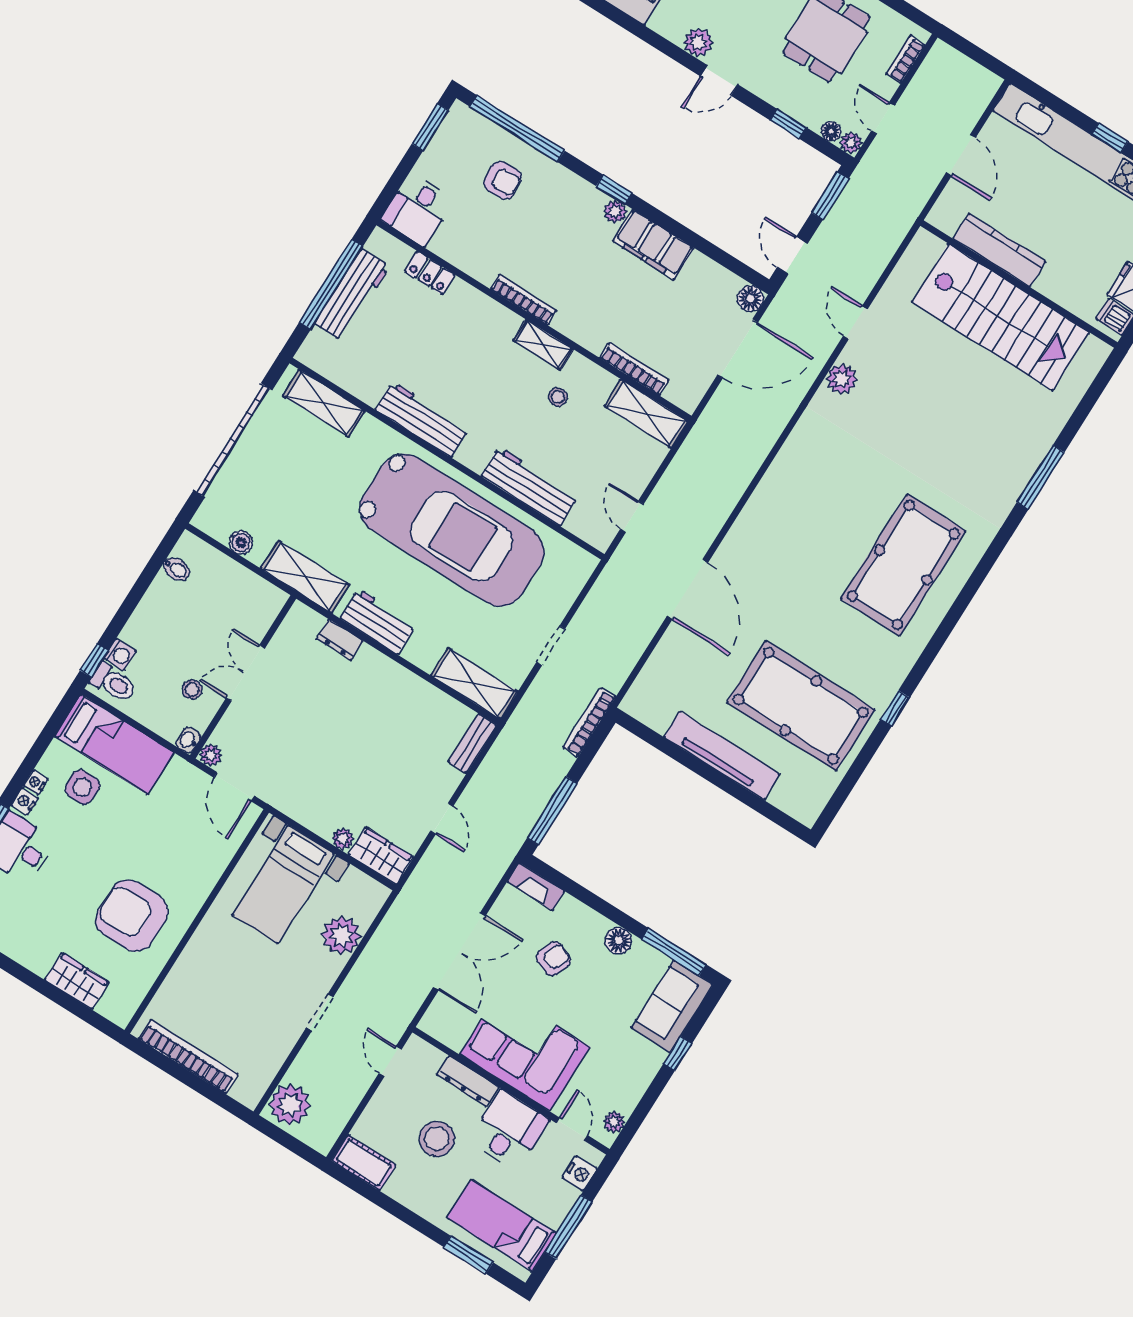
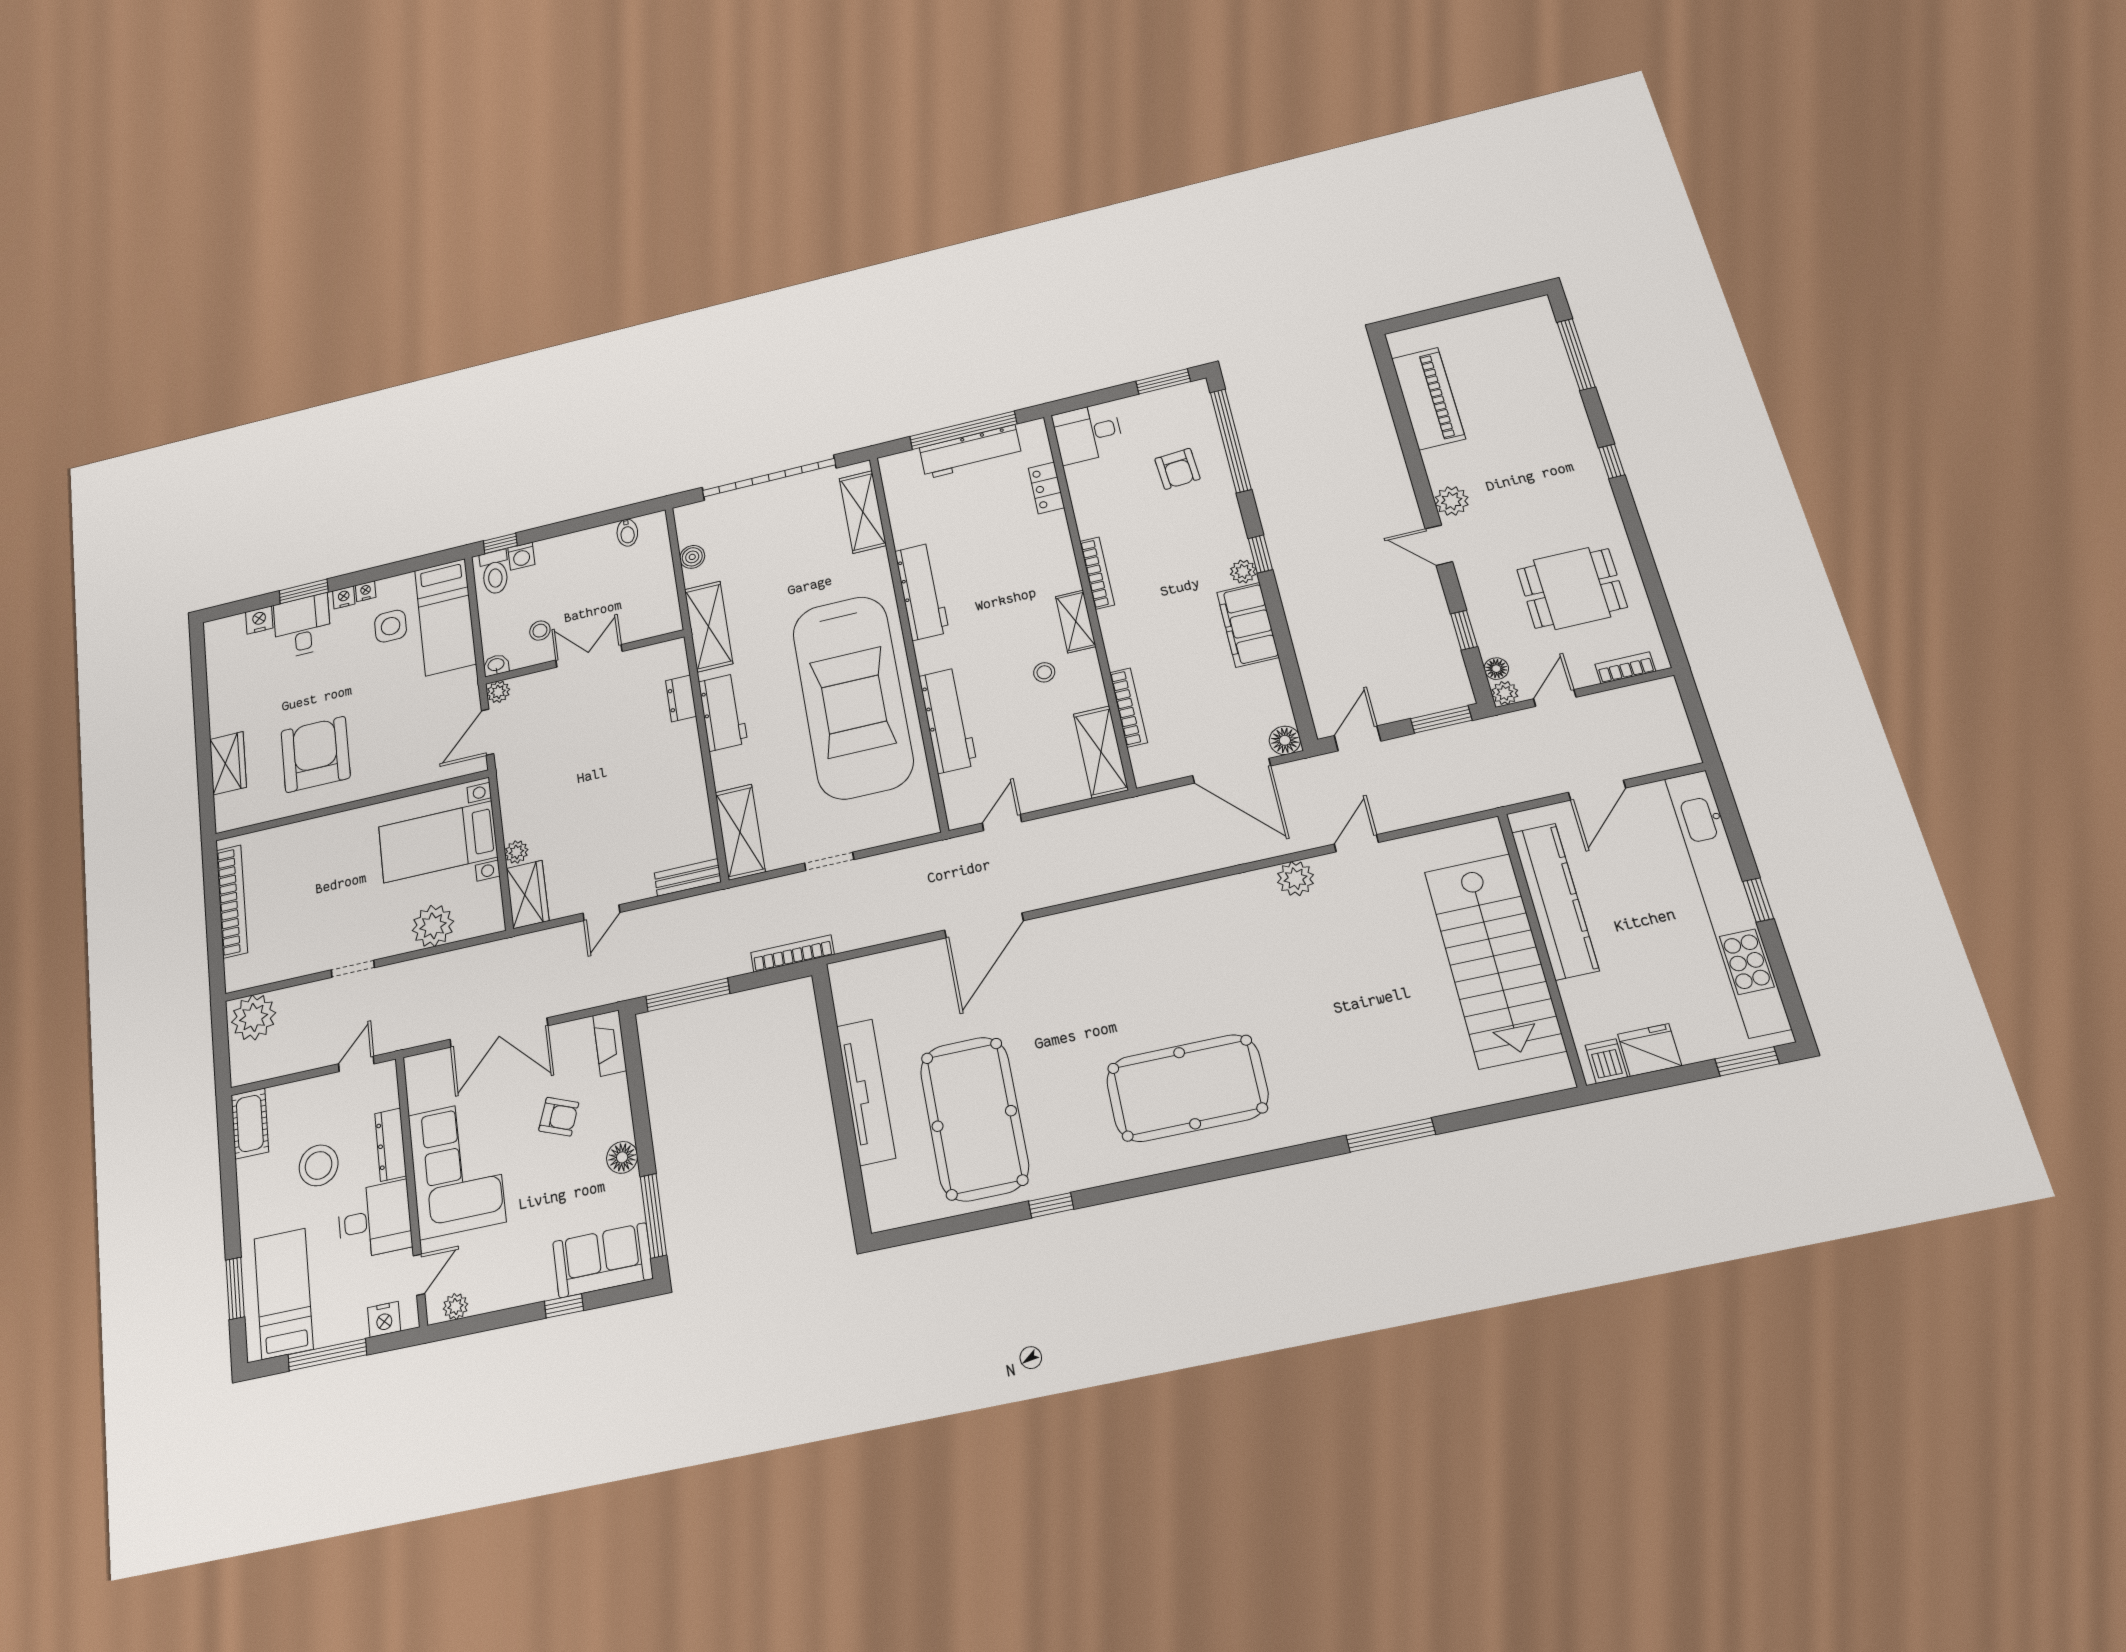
kitchen counter: (999, 250) -> (1555, 901), width x1.39, depth x1.17

